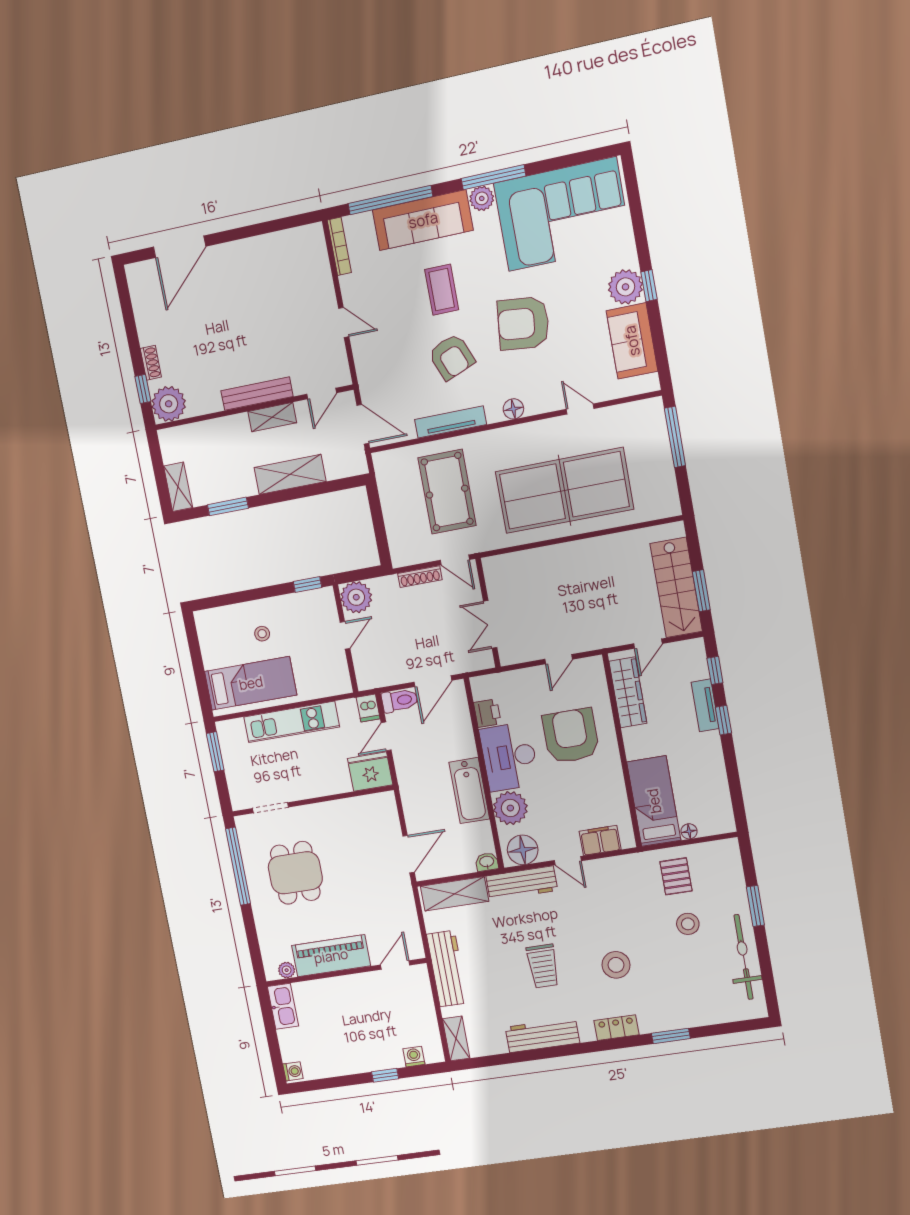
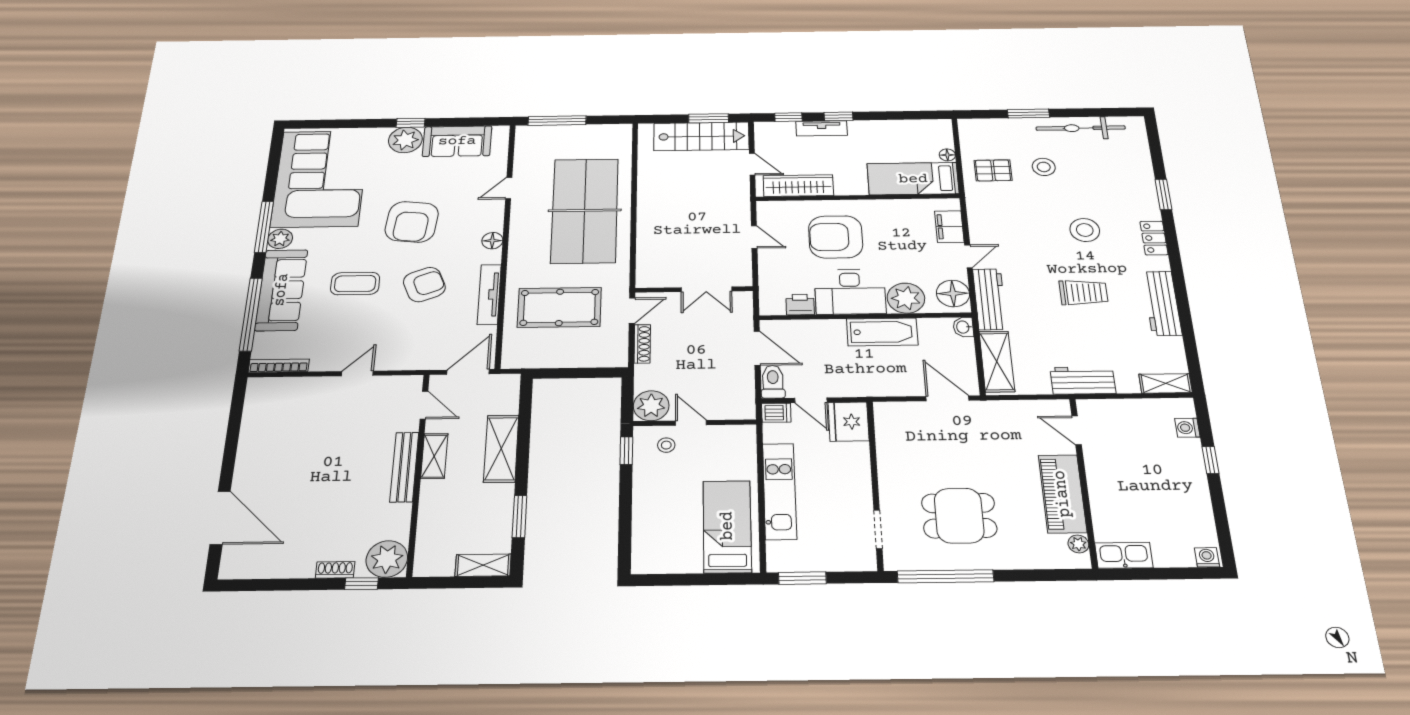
stool: (262, 634) -> (666, 445), moved
workbench: (447, 969) -> (1083, 380), width x0.73

